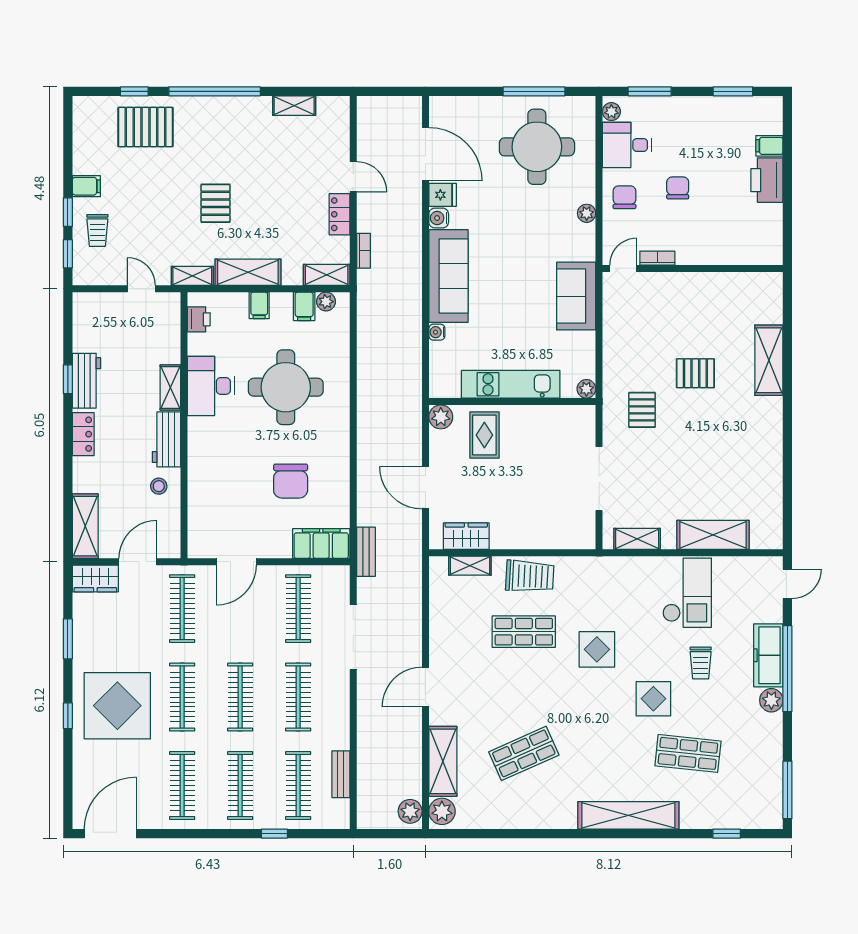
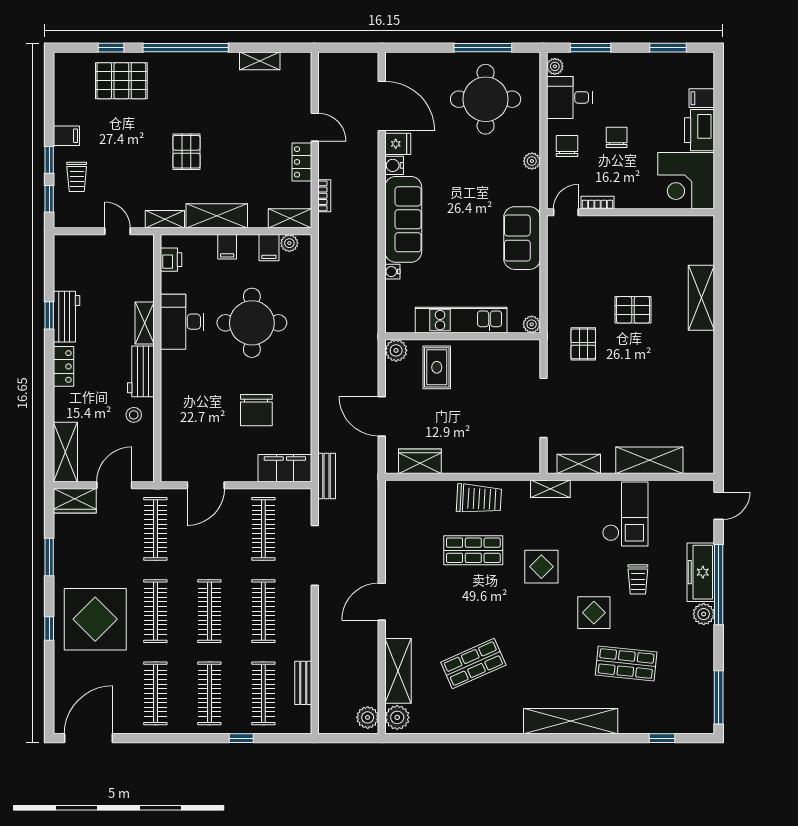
corner desk: (752, 235) -> (686, 181), added
shelving: (470, 566) -> (550, 489), moved

